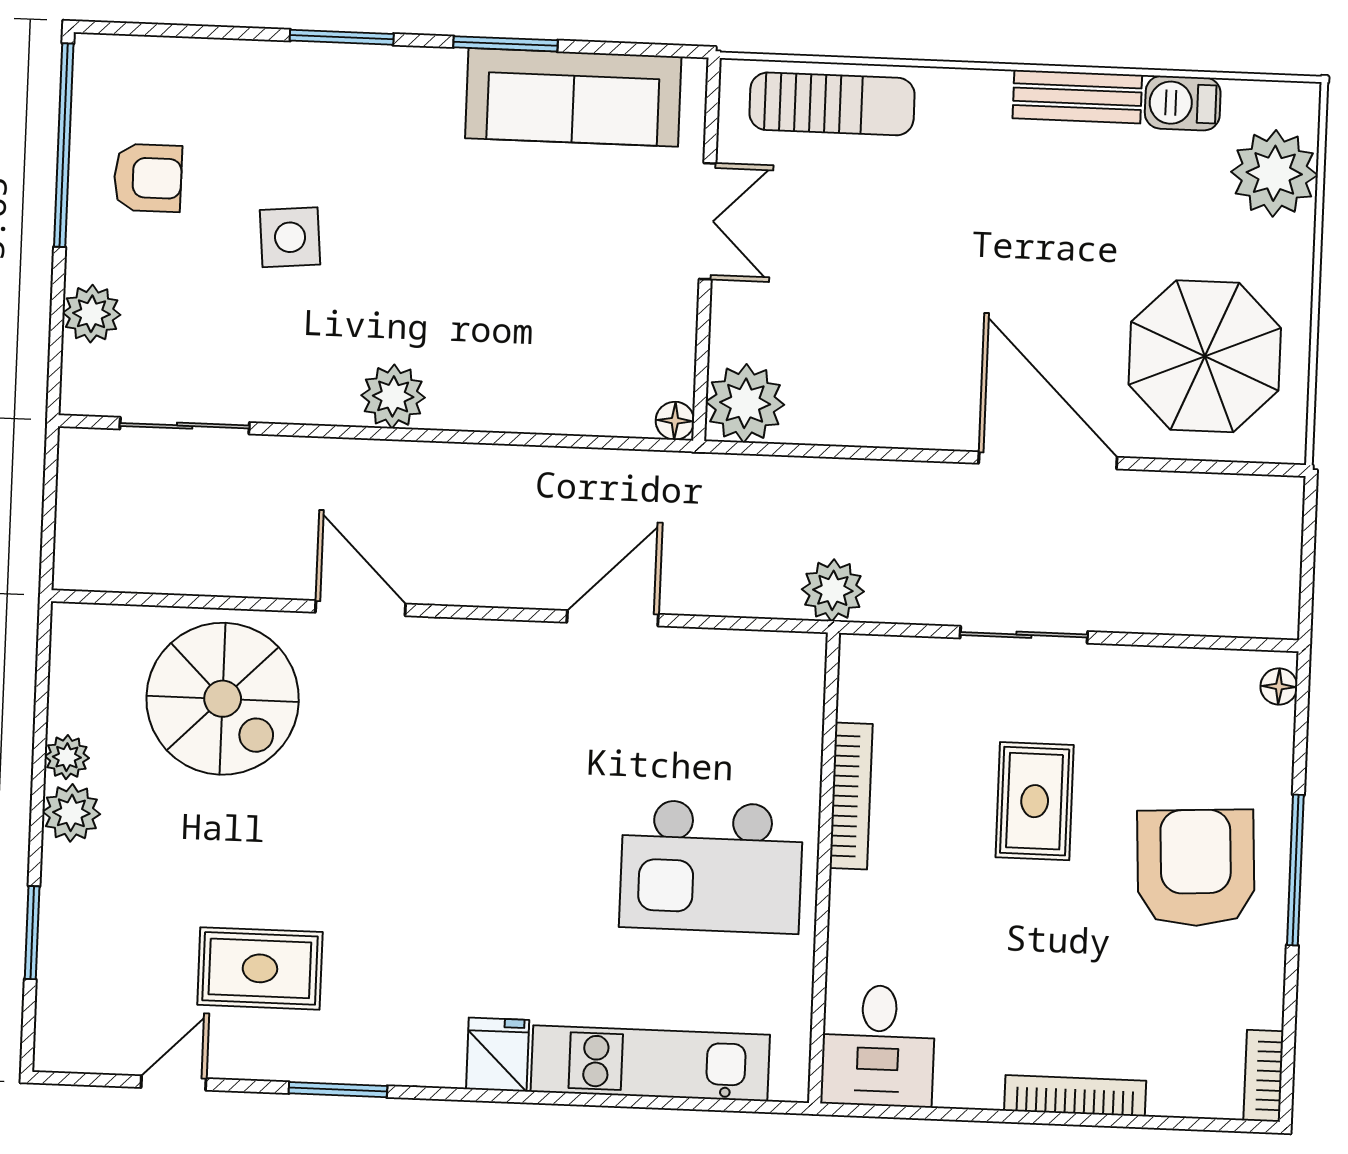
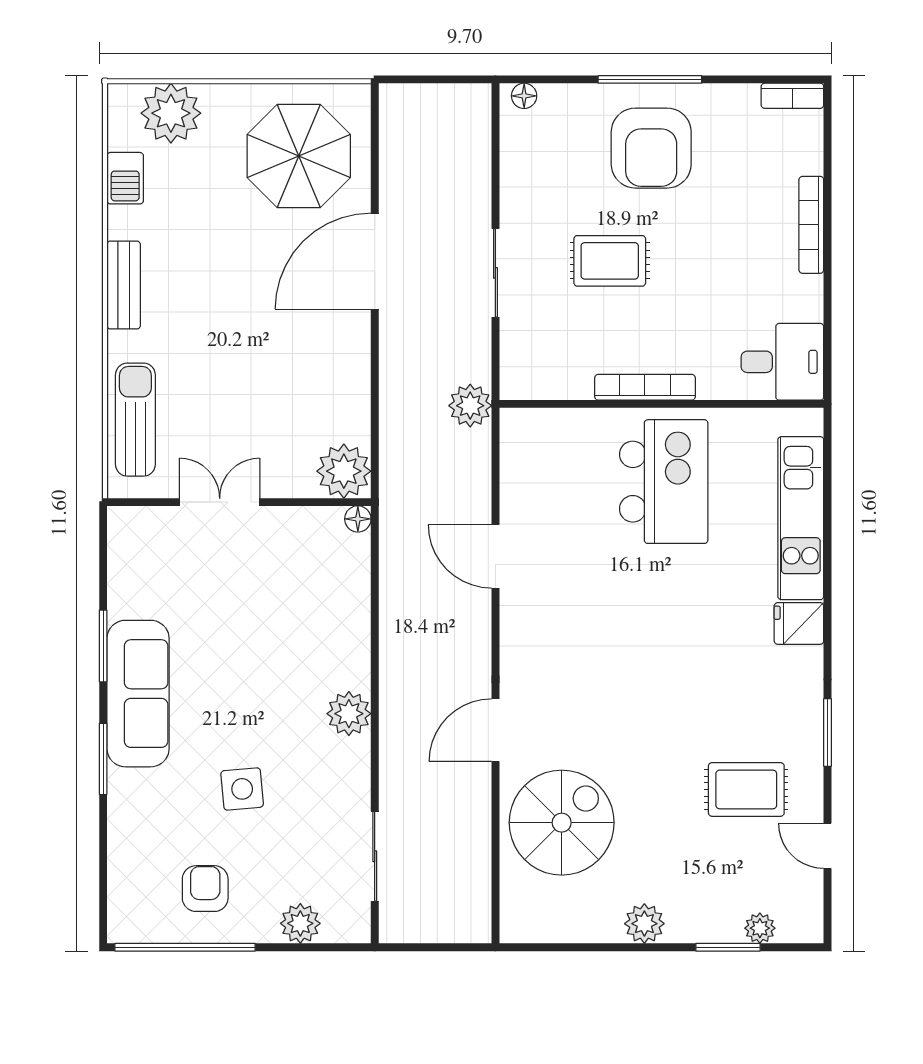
sofa: (573, 97) -> (138, 694), moved
bench: (1077, 97) -> (124, 285), moved
plant: (67, 757) -> (760, 928), moved
bookcase: (851, 796) -> (645, 387), moved
armchair: (1196, 868) -> (651, 148), turned -87
rug: (260, 968) -> (746, 789), turned 90

